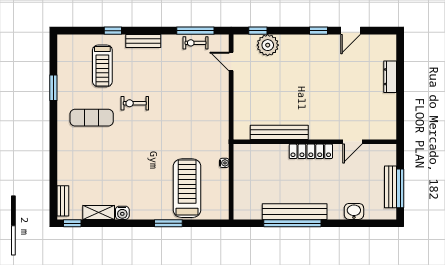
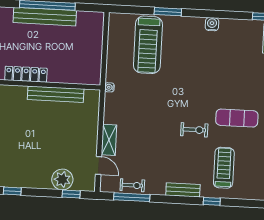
water cooler: (224, 163) -> (109, 87), moved
shelving: (99, 212) -> (109, 140), moved, turned 90

